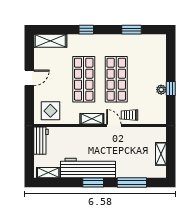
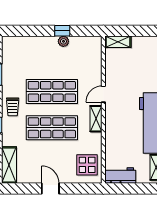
trolley: (129, 115) -> (13, 107), moved
shelving: (161, 154) -> (118, 42), moved

